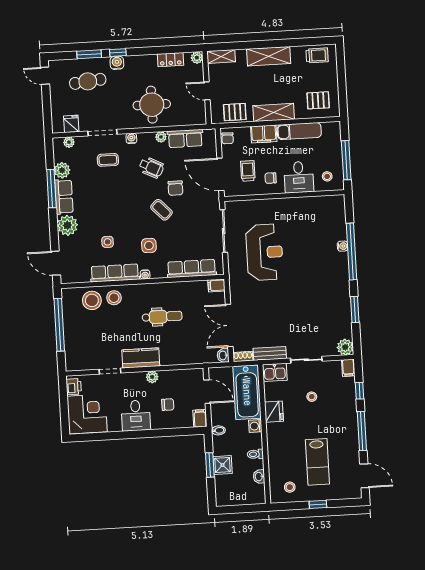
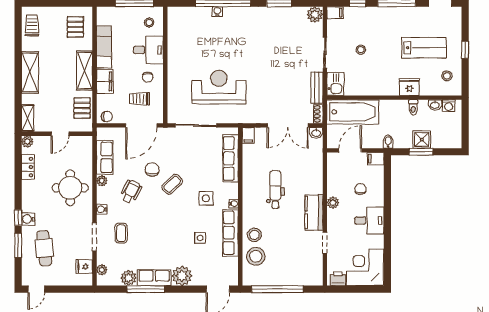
chair: (175, 188) -> (152, 170), turned -90
fridge: (274, 412) -> (409, 87), moved
washing machine: (255, 426) -> (449, 106), moved

